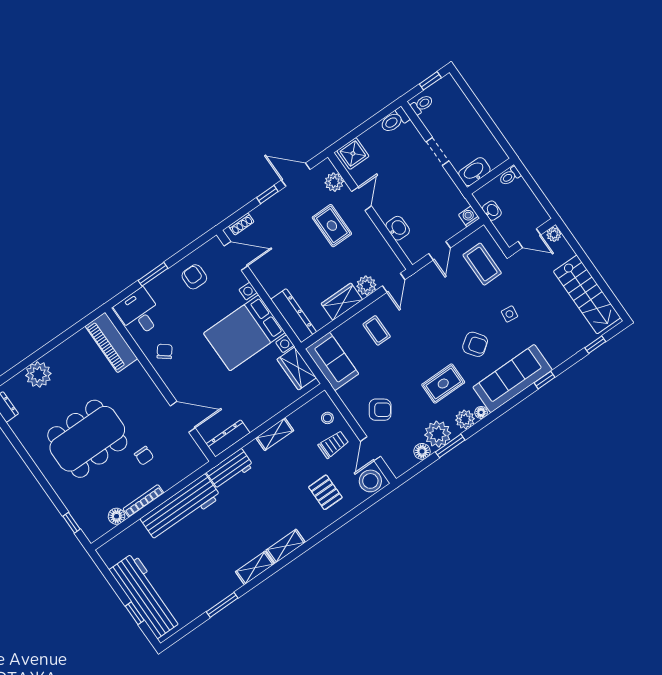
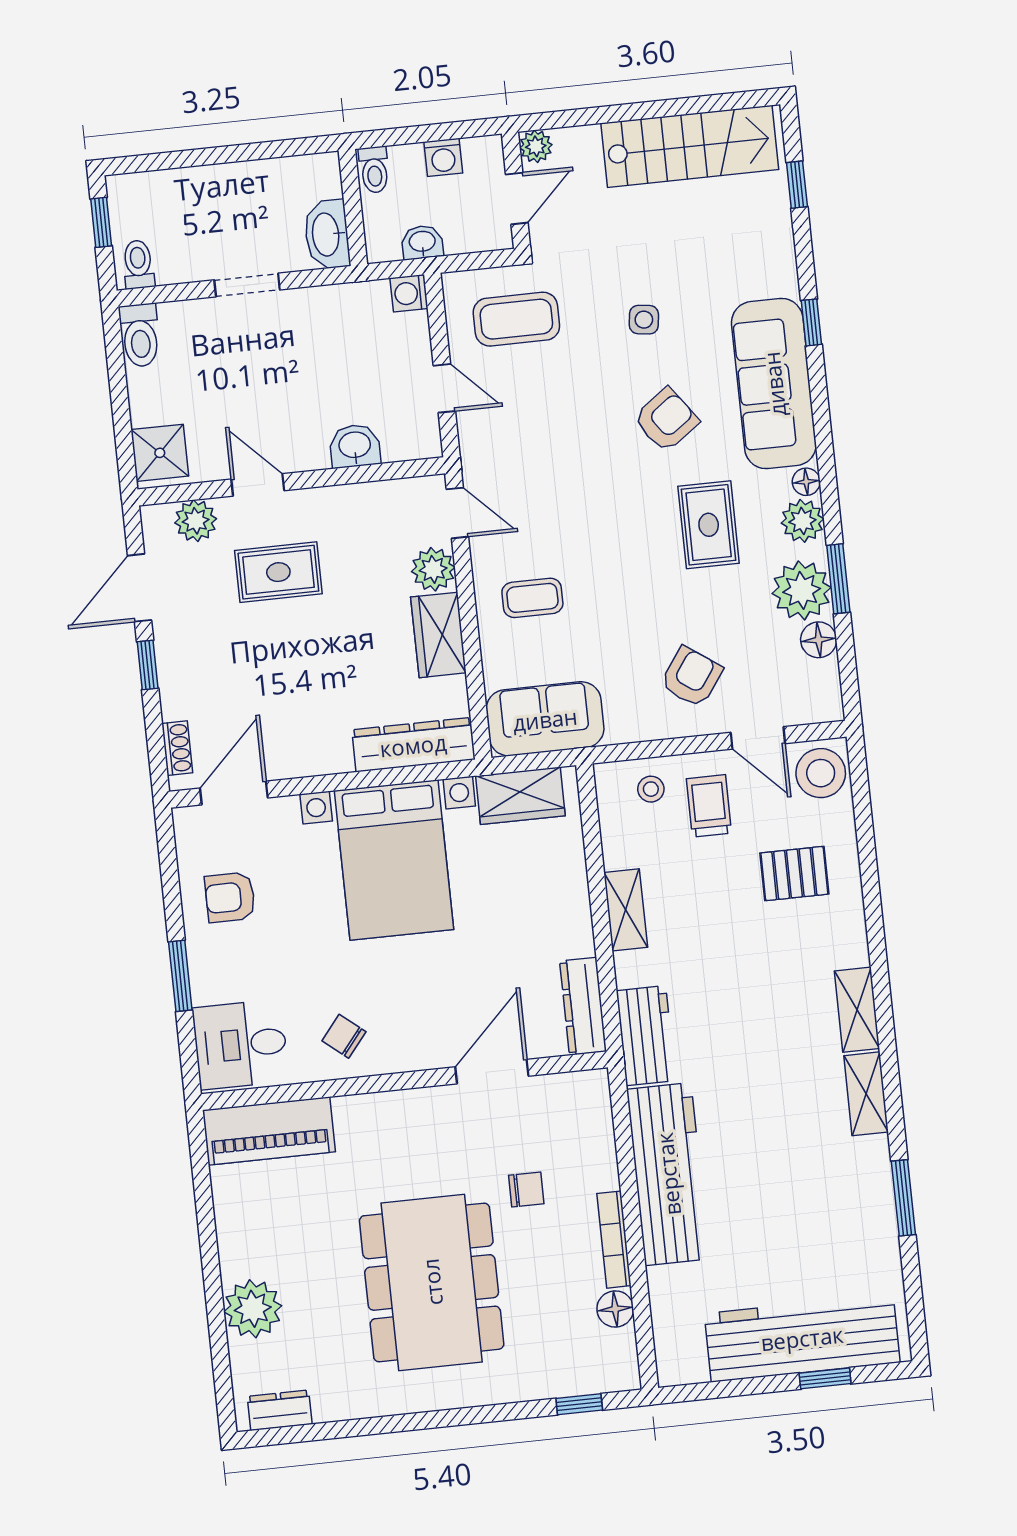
washing machine: (530, 200) -> (443, 157), added

